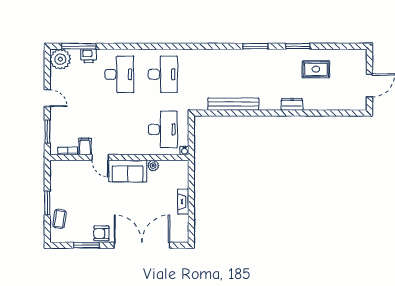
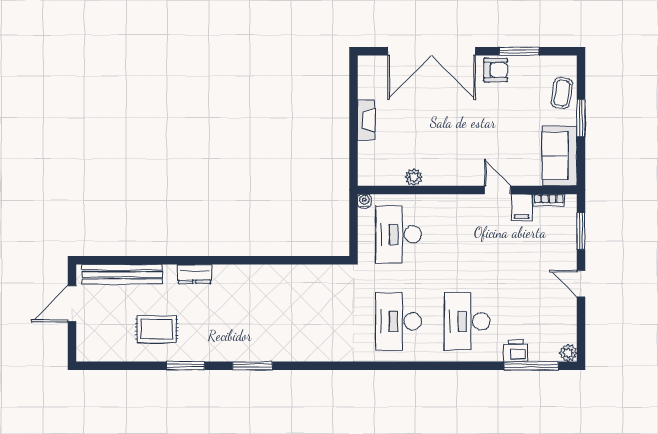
plant: (60, 59) -> (568, 353), width x0.53, depth x0.53
bench: (233, 104) -> (122, 274), moved
sofa: (128, 171) -> (560, 156), moved, turned -90

